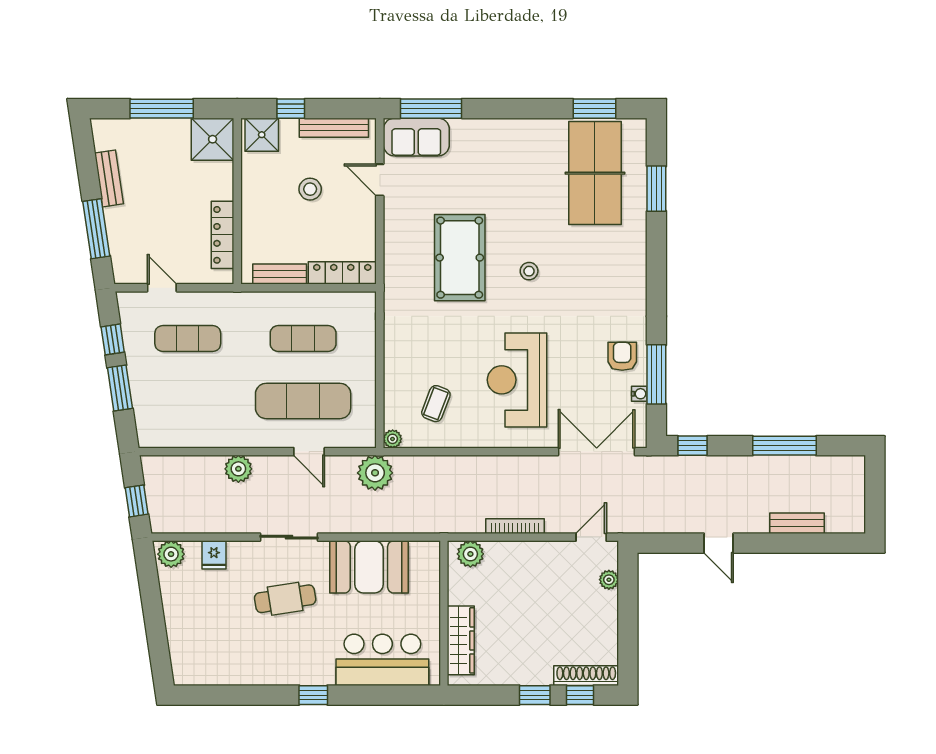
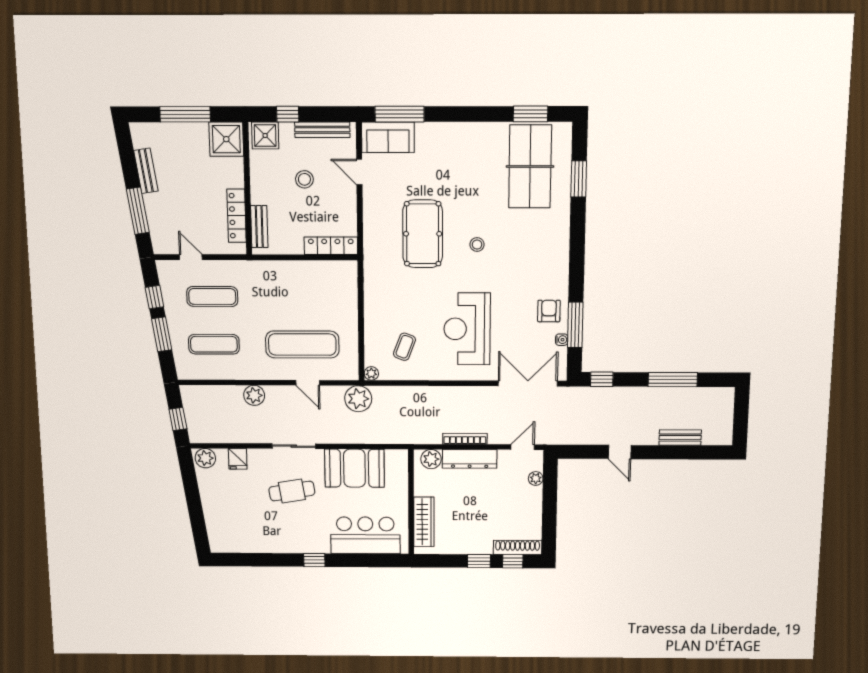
bench: (280, 274) -> (259, 227), moved, turned 90
exercise mat: (303, 338) -> (214, 344), moved
dresser: (521, 553) -> (470, 459), added

